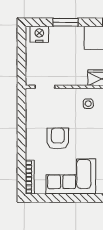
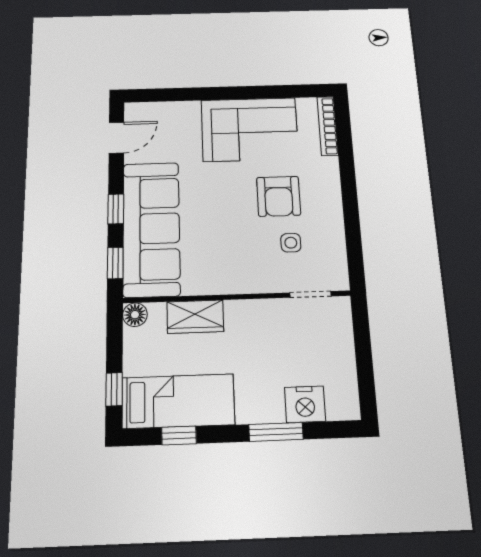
nightstand: (39, 34) -> (305, 404), moved
side table: (88, 104) -> (291, 243), moved

